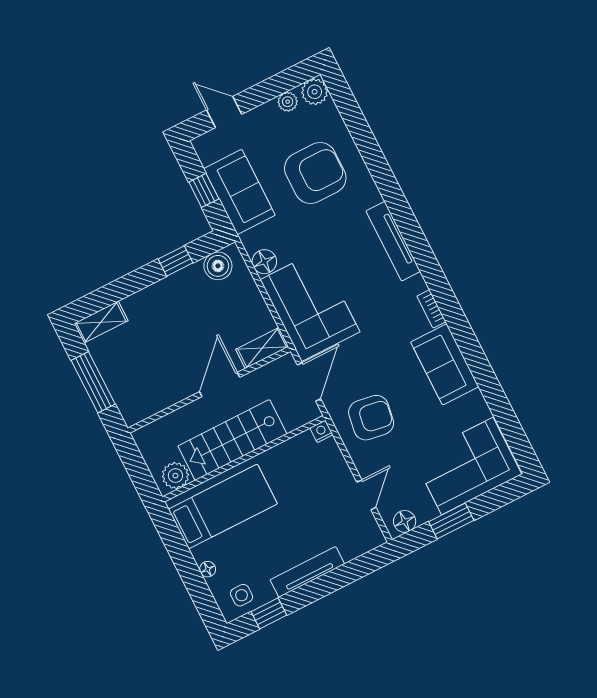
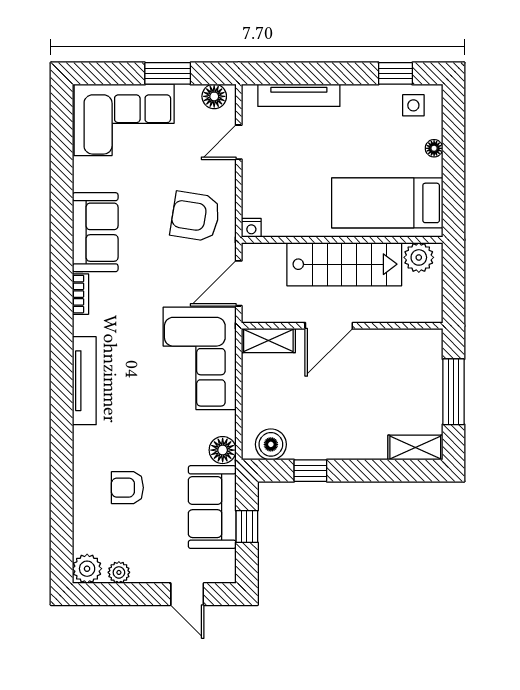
armchair: (315, 173) -> (127, 488), width x0.53, depth x0.53
floor lamp: (264, 262) -> (223, 450), moved
tv unit: (307, 572) -> (299, 95), moved

